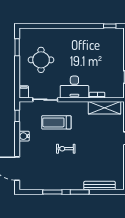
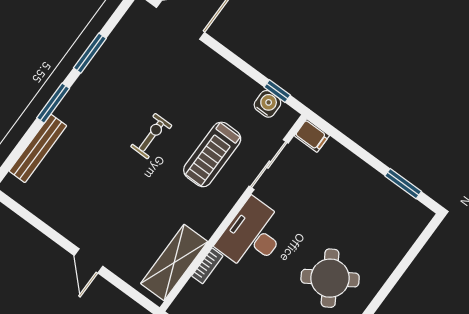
round table: (41, 60) -> (330, 278), moved, turned -32
treadmill: (56, 122) -> (212, 154), turned 180
water cooler: (24, 136) -> (267, 104), moved

